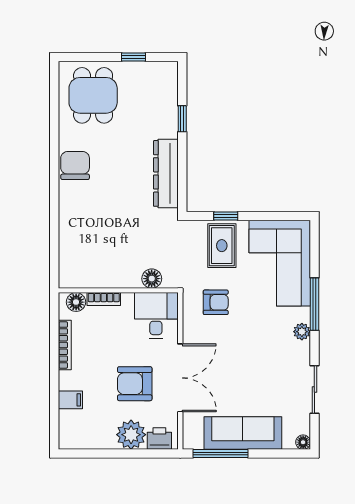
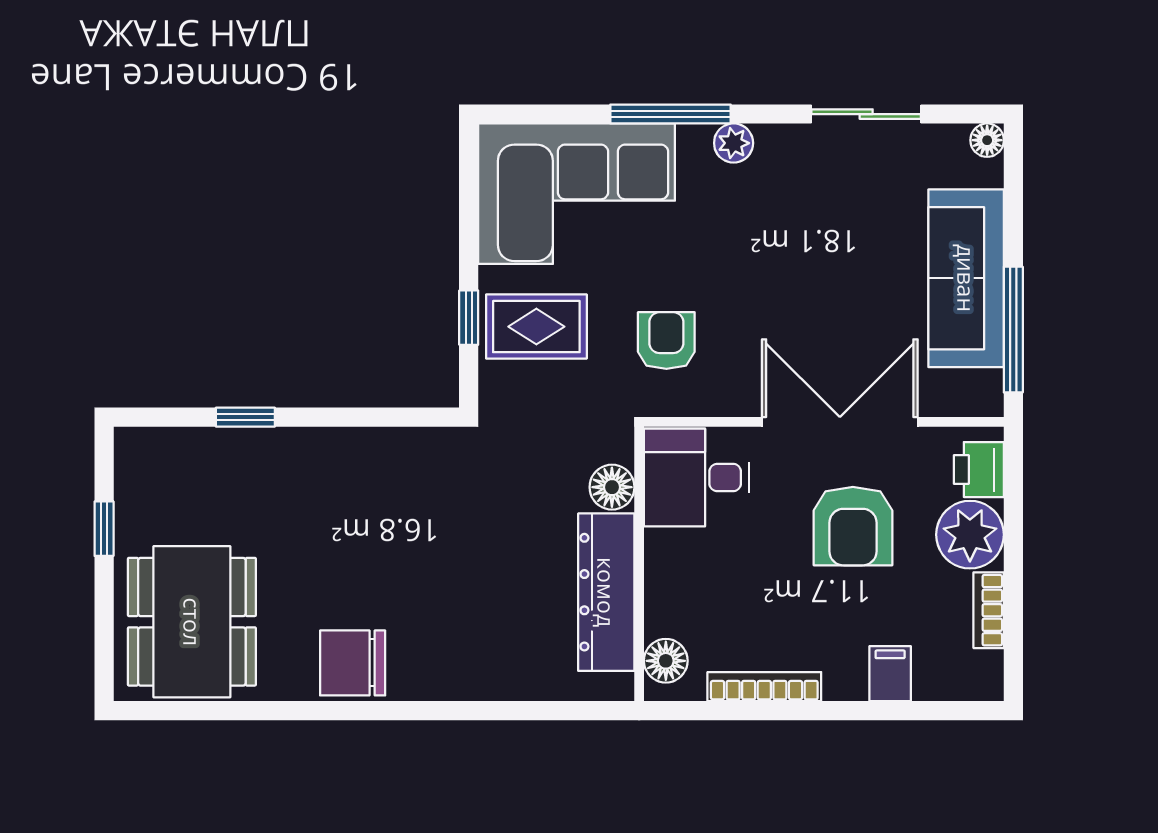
dining table: (93, 95) -> (192, 622), width x1.38
dresser: (166, 173) -> (606, 592), moved, turned 90
bookcase: (104, 299) -> (989, 610), moved, turned 180

